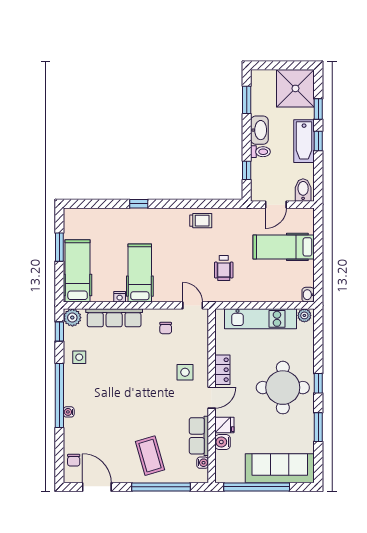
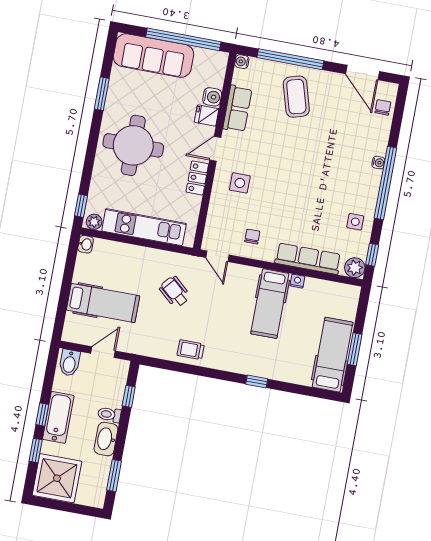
wheelchair: (224, 268) -> (175, 292), turned -49
hospital bed: (78, 271) -> (333, 355), moved, turned 180
window: (318, 383) -> (81, 206), moved
water cooler: (203, 463) -> (242, 62), moved

